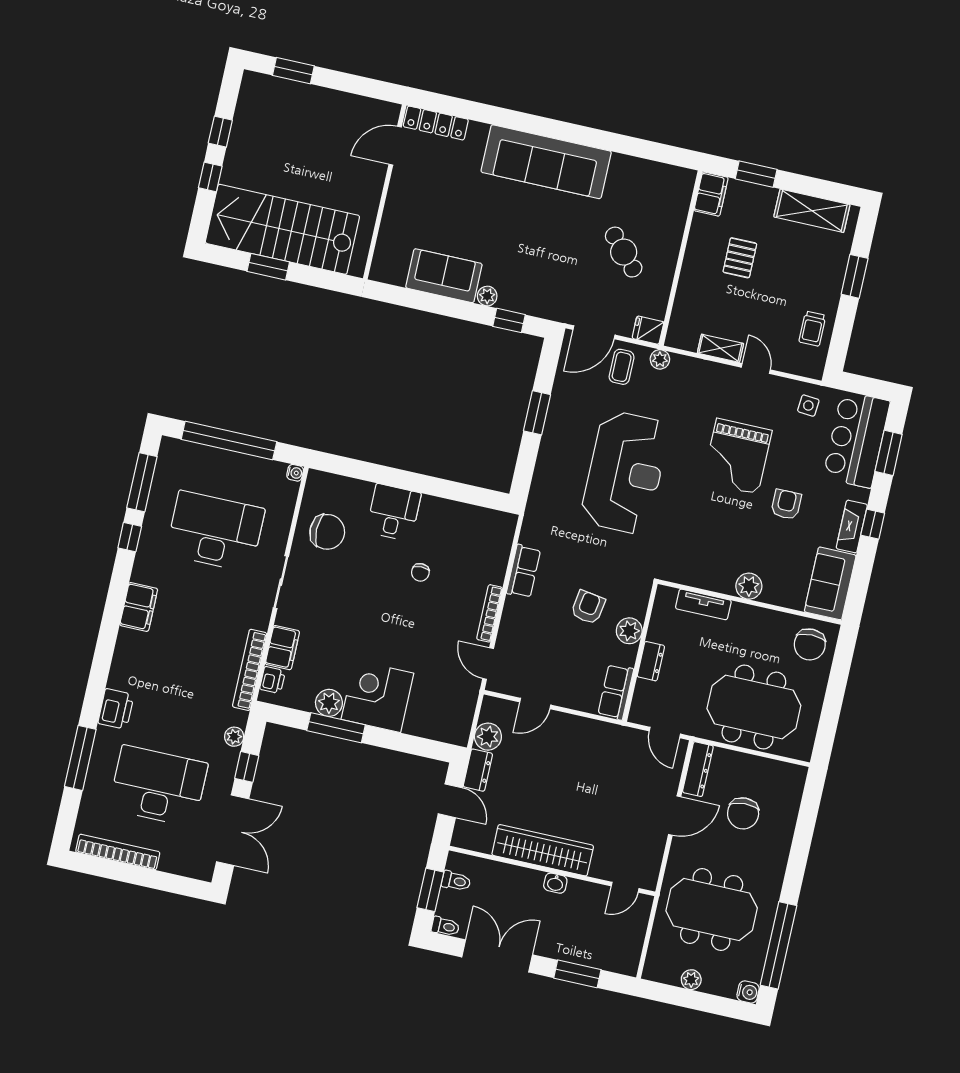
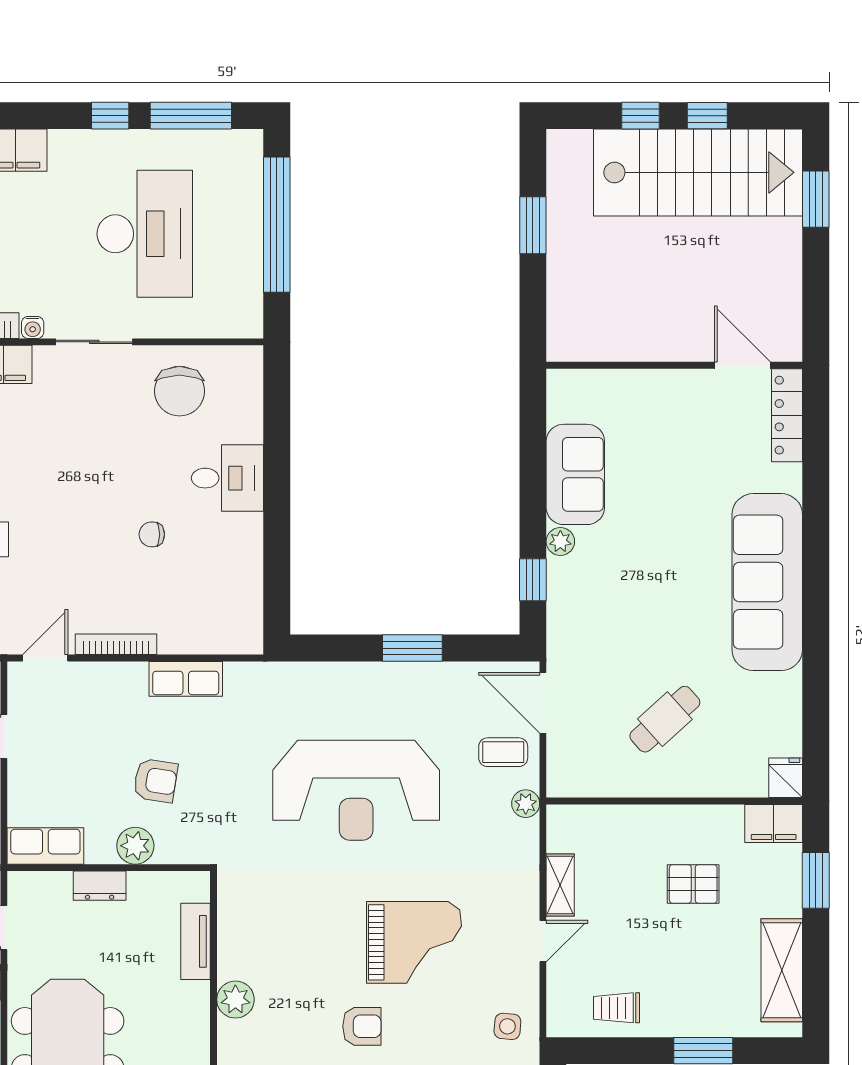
stairs: (282, 229) -> (698, 172), moved, turned 90
fridge: (648, 330) -> (786, 778), moved
grand piano: (737, 456) -> (414, 942), turned 180
water cooler: (295, 473) -> (33, 327), moved

